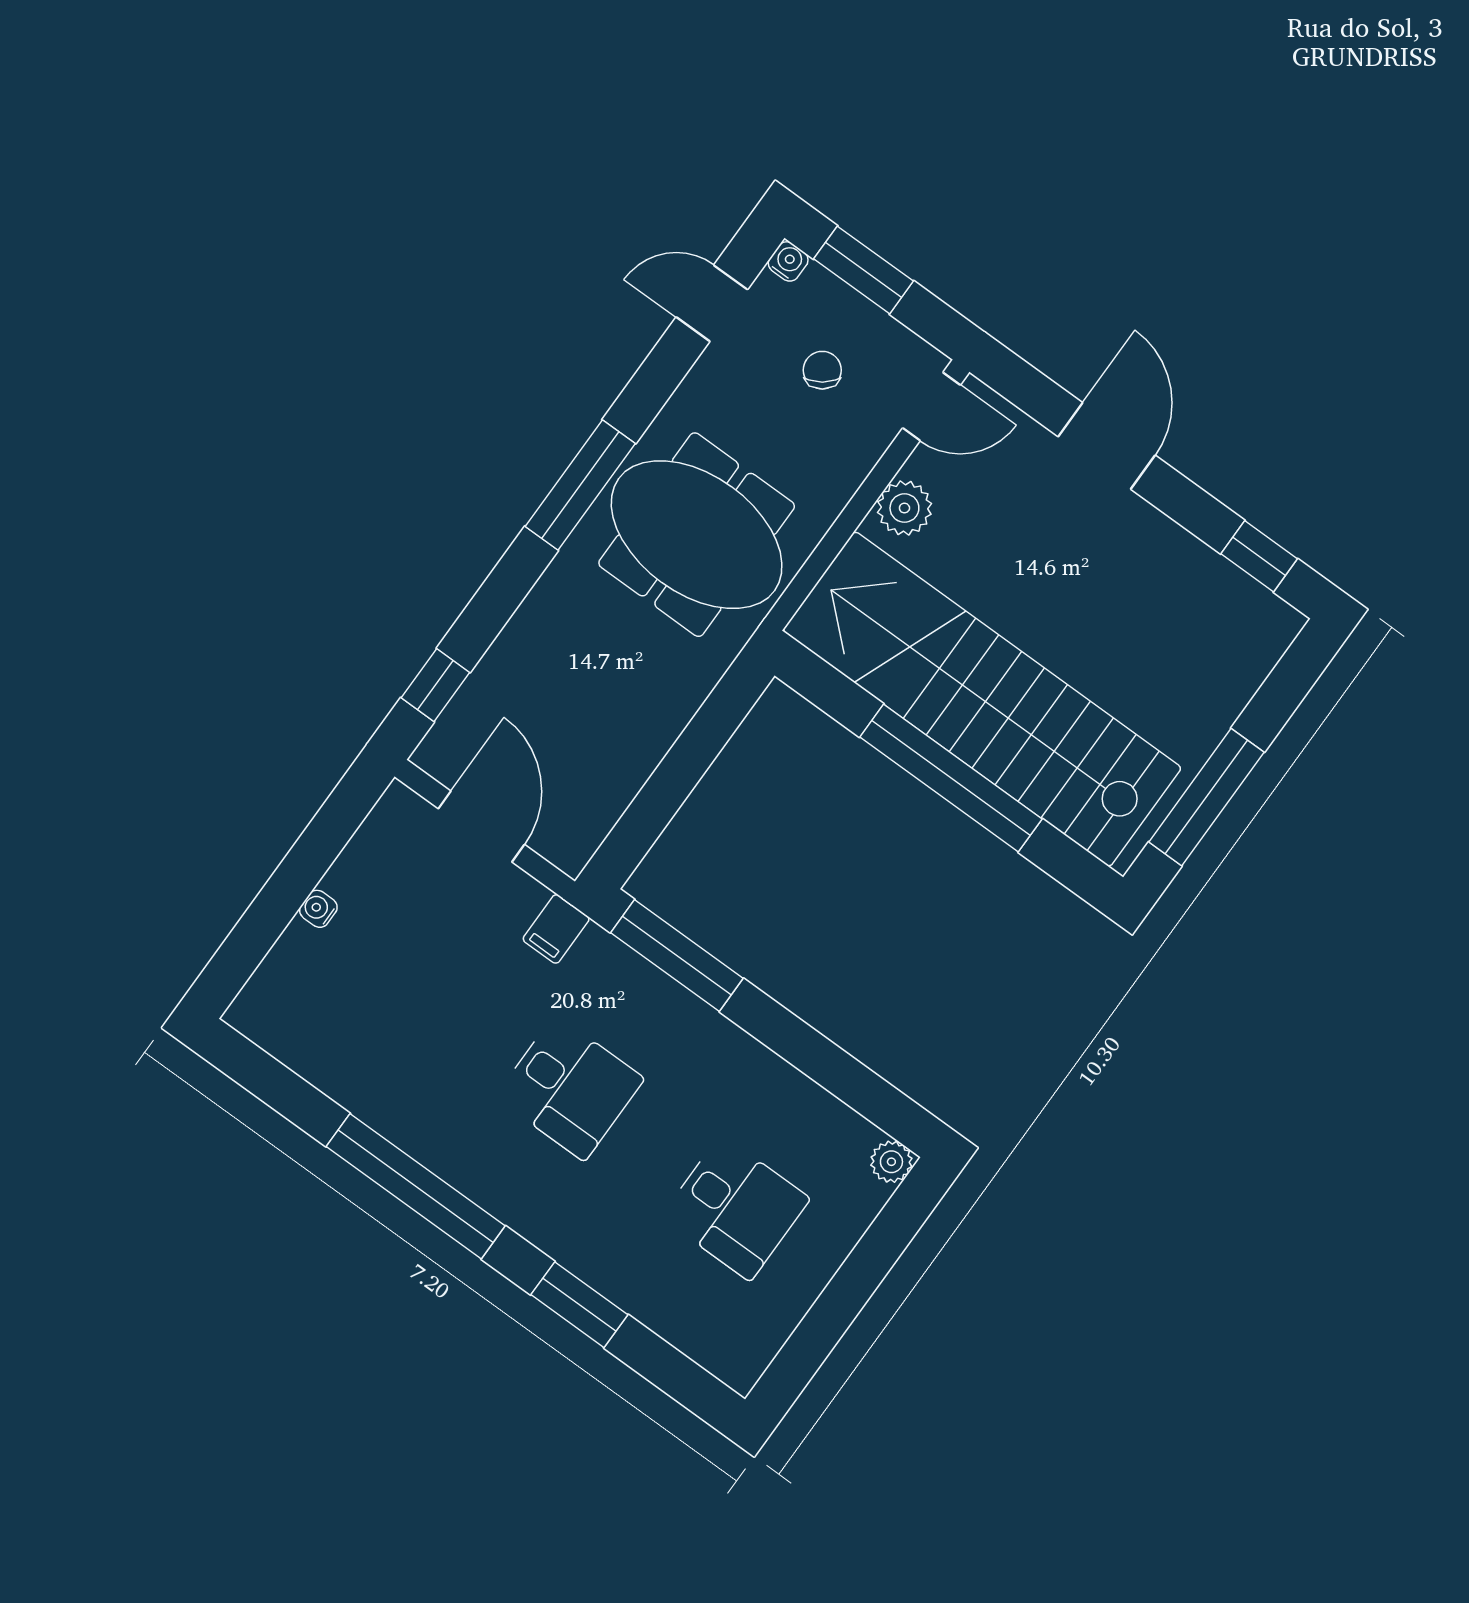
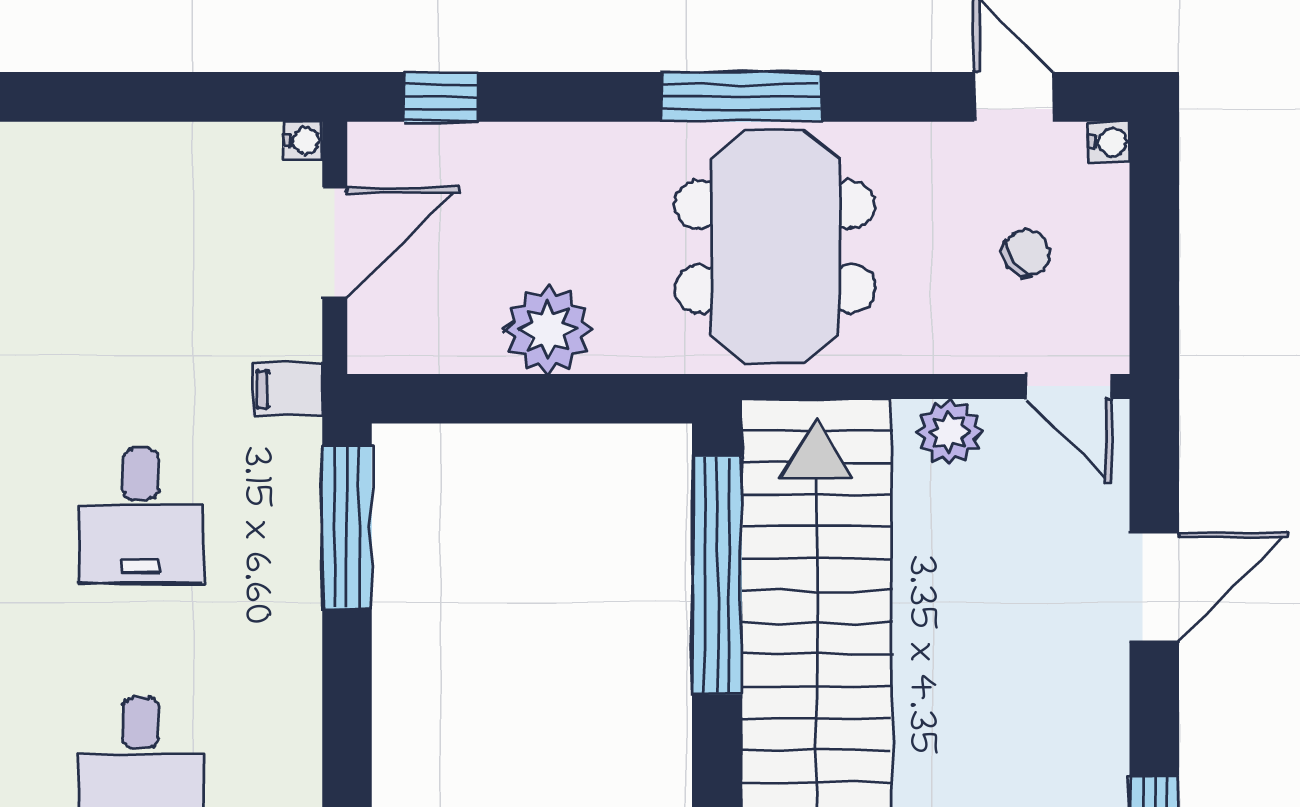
window: (864, 270) -> (1154, 222), removed
plant: (642, 726) -> (548, 330), added
window: (951, 778) -> (717, 575), moved
water cooler: (318, 909) -> (303, 141), moved, turned 90

